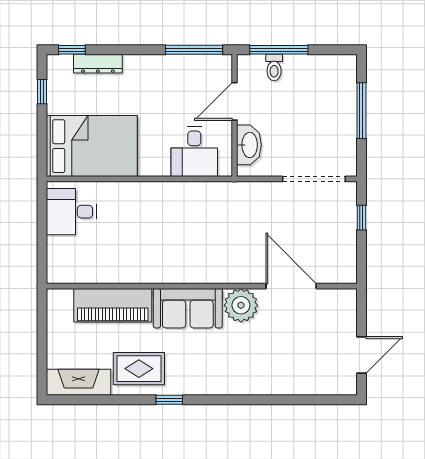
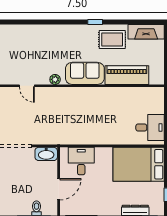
washbasin: (249, 145) -> (46, 154), moved, turned -90
door: (291, 286) -> (27, 86), width x0.53
plant: (241, 305) -> (55, 79), width x0.53, depth x0.53

